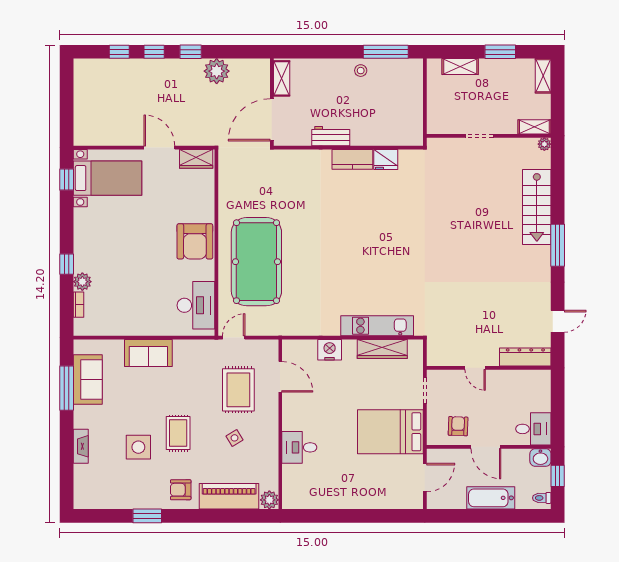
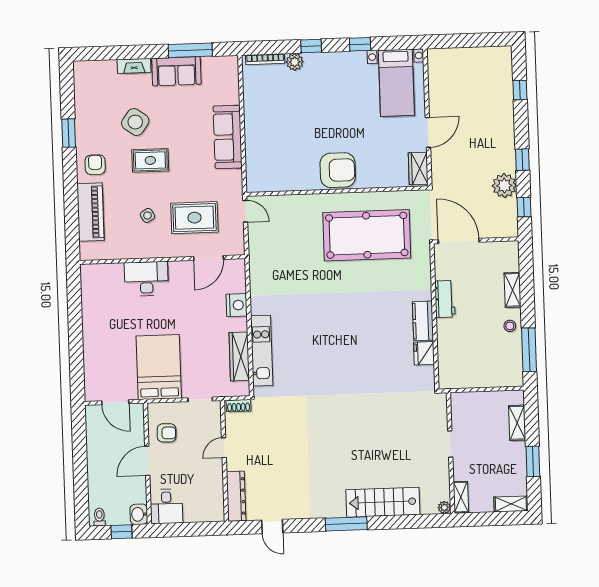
window: (154, 52) -> (524, 207), moved
shelving: (282, 78) -> (513, 290), moved, turned 90
window: (67, 179) -> (360, 44), moved
armchair: (195, 241) -> (338, 170), turned 180
pool table: (256, 262) -> (367, 235), moved
bookcase: (79, 305) -> (265, 59), width x1.56
desk: (196, 305) -> (275, 173), removed
shoe rack: (433, 351) -> (239, 406), added
sofa: (148, 353) -> (228, 137), width x1.36
sofa: (88, 379) -> (176, 71), moved
side table: (138, 447) -> (135, 122), turned 36
desk: (299, 447) -> (146, 279), width x1.37
bathtub: (491, 498) -> (98, 467), removed
plant: (269, 500) -> (88, 251), removed

